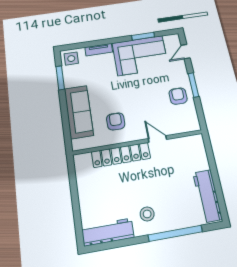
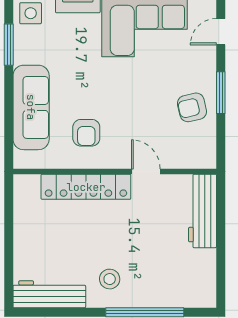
armchair: (178, 96) -> (192, 107), turned -103
armchair: (116, 121) -> (86, 133), turned 180
workbench: (207, 196) -> (202, 211), moved

